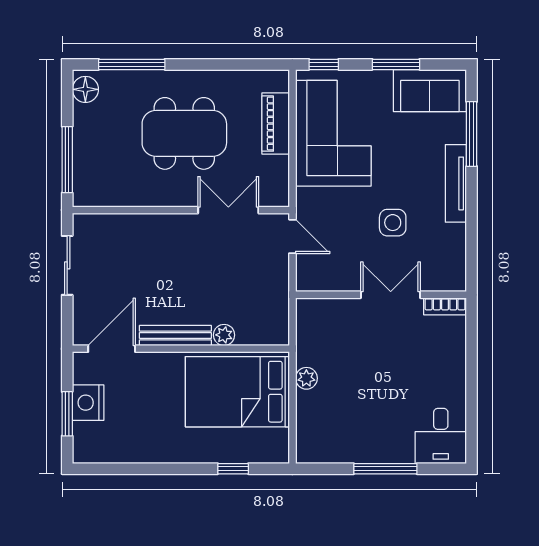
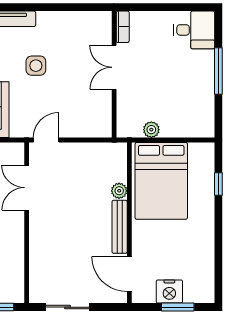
wall: (381, 295) -> (114, 74), moved
double door: (391, 295) -> (114, 67), moved
bookcase: (445, 306) -> (123, 27), moved

